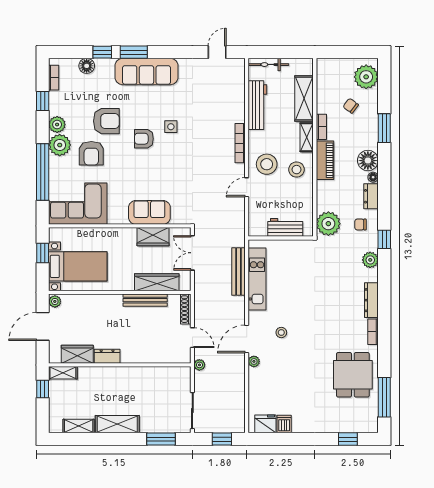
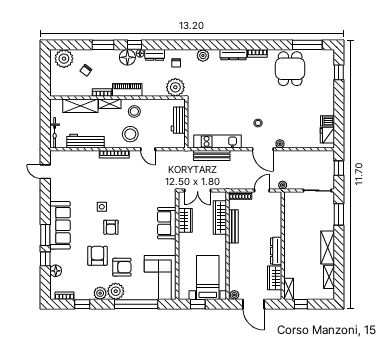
window: (384, 239) -> (134, 45), moved
dresser: (107, 356) -> (276, 251), width x1.44
dining table: (353, 375) -> (290, 69), turned 90

